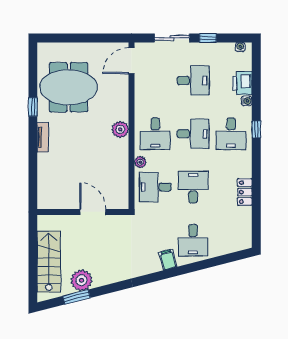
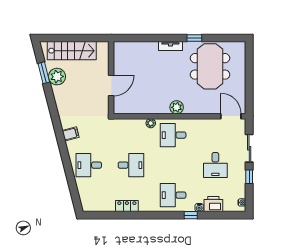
window: (256, 129) -> (191, 215), moved
desk: (193, 134) -> (173, 165), removed
desk: (155, 187) -> (131, 135), removed
filing cabinet: (168, 260) -> (71, 134), moved

